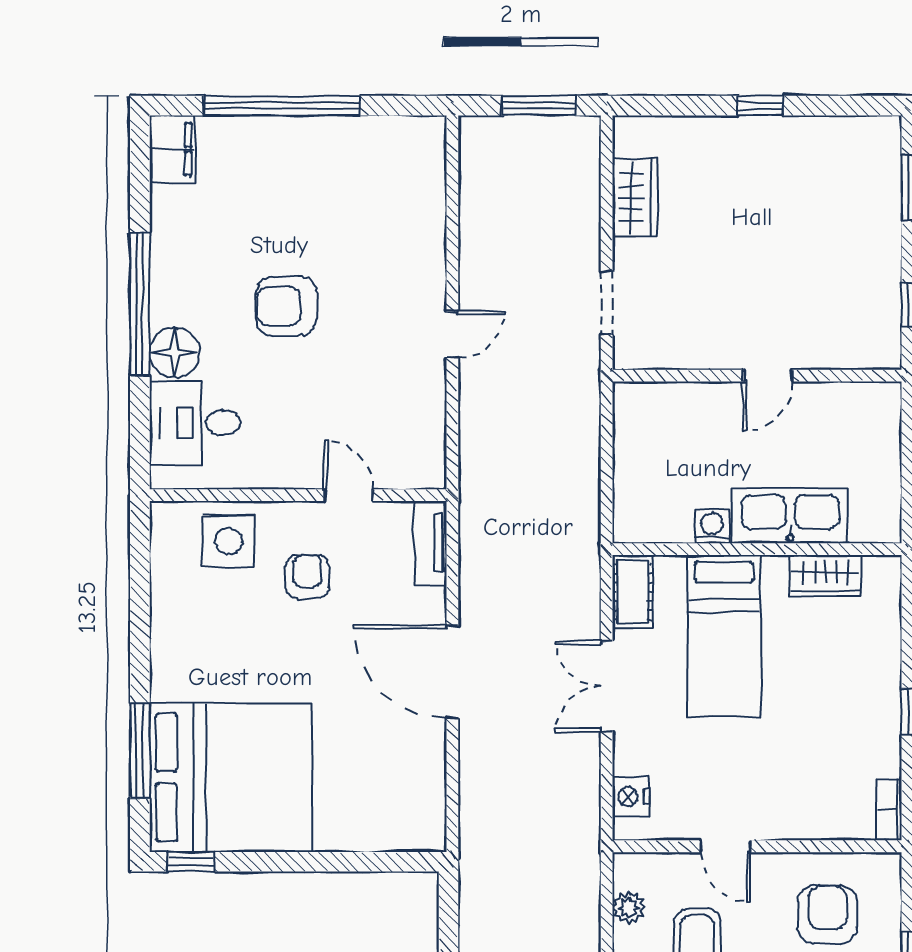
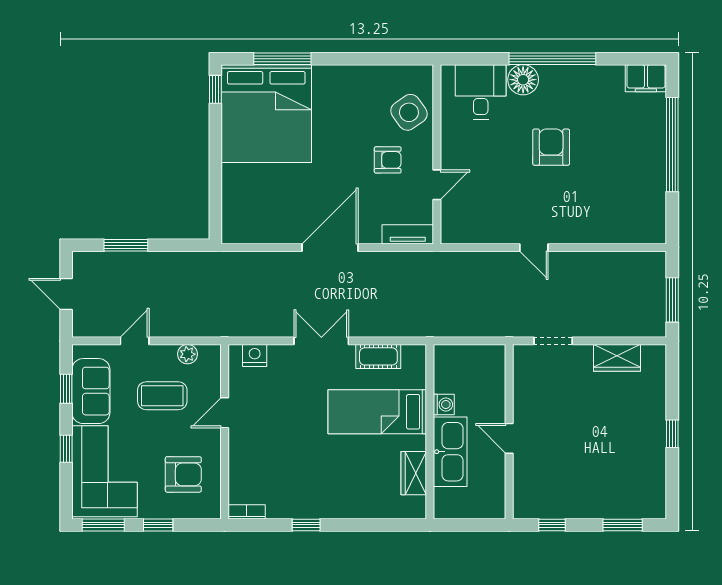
kitchen sink: (790, 516) -> (450, 452), moved
washing machine: (712, 526) -> (444, 405), moved
side table: (229, 541) -> (409, 112), turned -35
wall: (757, 549) -> (430, 432), moved
wardrobe: (825, 576) -> (414, 473), moved
bed: (724, 636) -> (377, 412), moved

